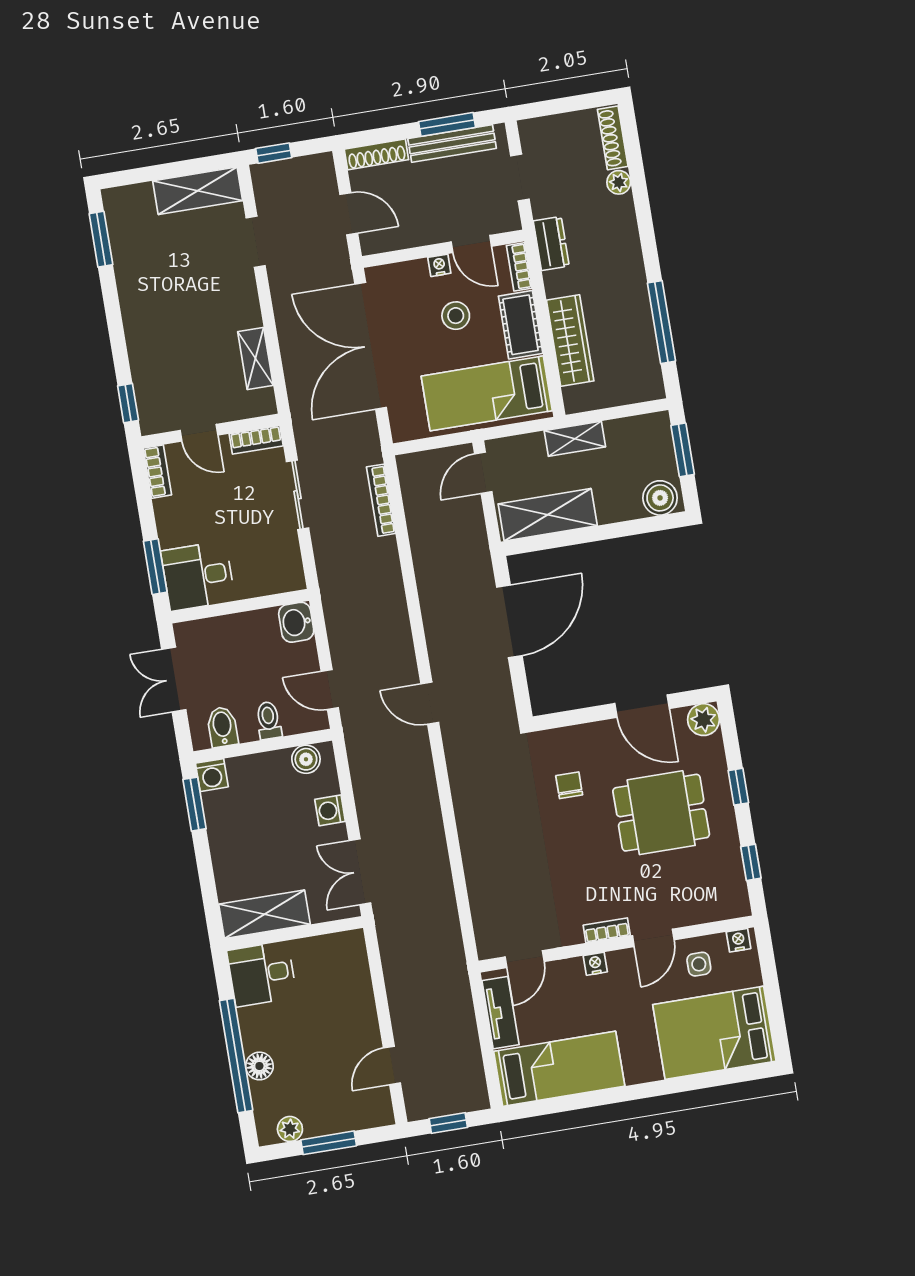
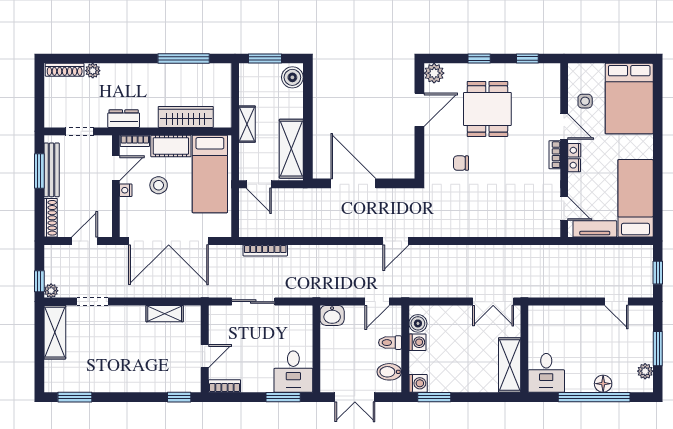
plant: (262, 174) -> (51, 291), added
bookcase: (256, 440) -> (215, 321), removed
washing machine: (330, 810) -> (417, 342), moved, turned -90
nightstand: (739, 940) -> (574, 150), moved

